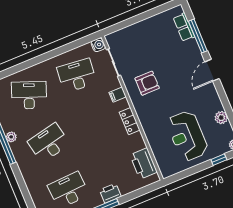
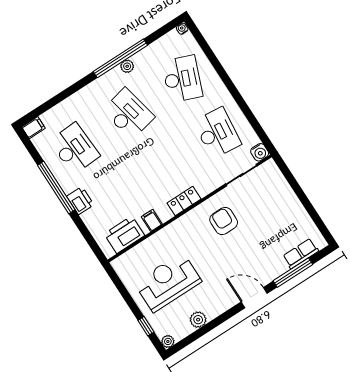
armchair: (147, 83) -> (224, 221), turned 180
filing cabinet: (118, 95) -> (152, 220), moved
locker: (130, 121) -> (184, 201), moved

